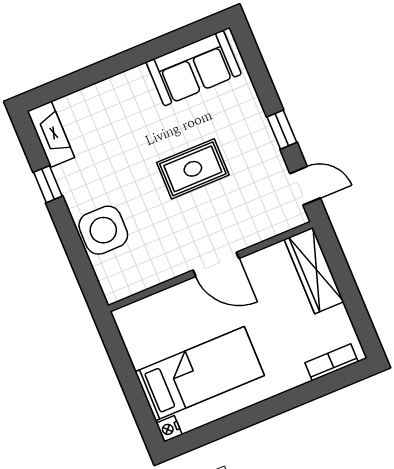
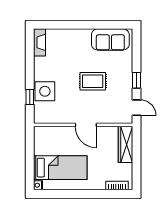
window: (48, 184) -> (30, 97), moved

